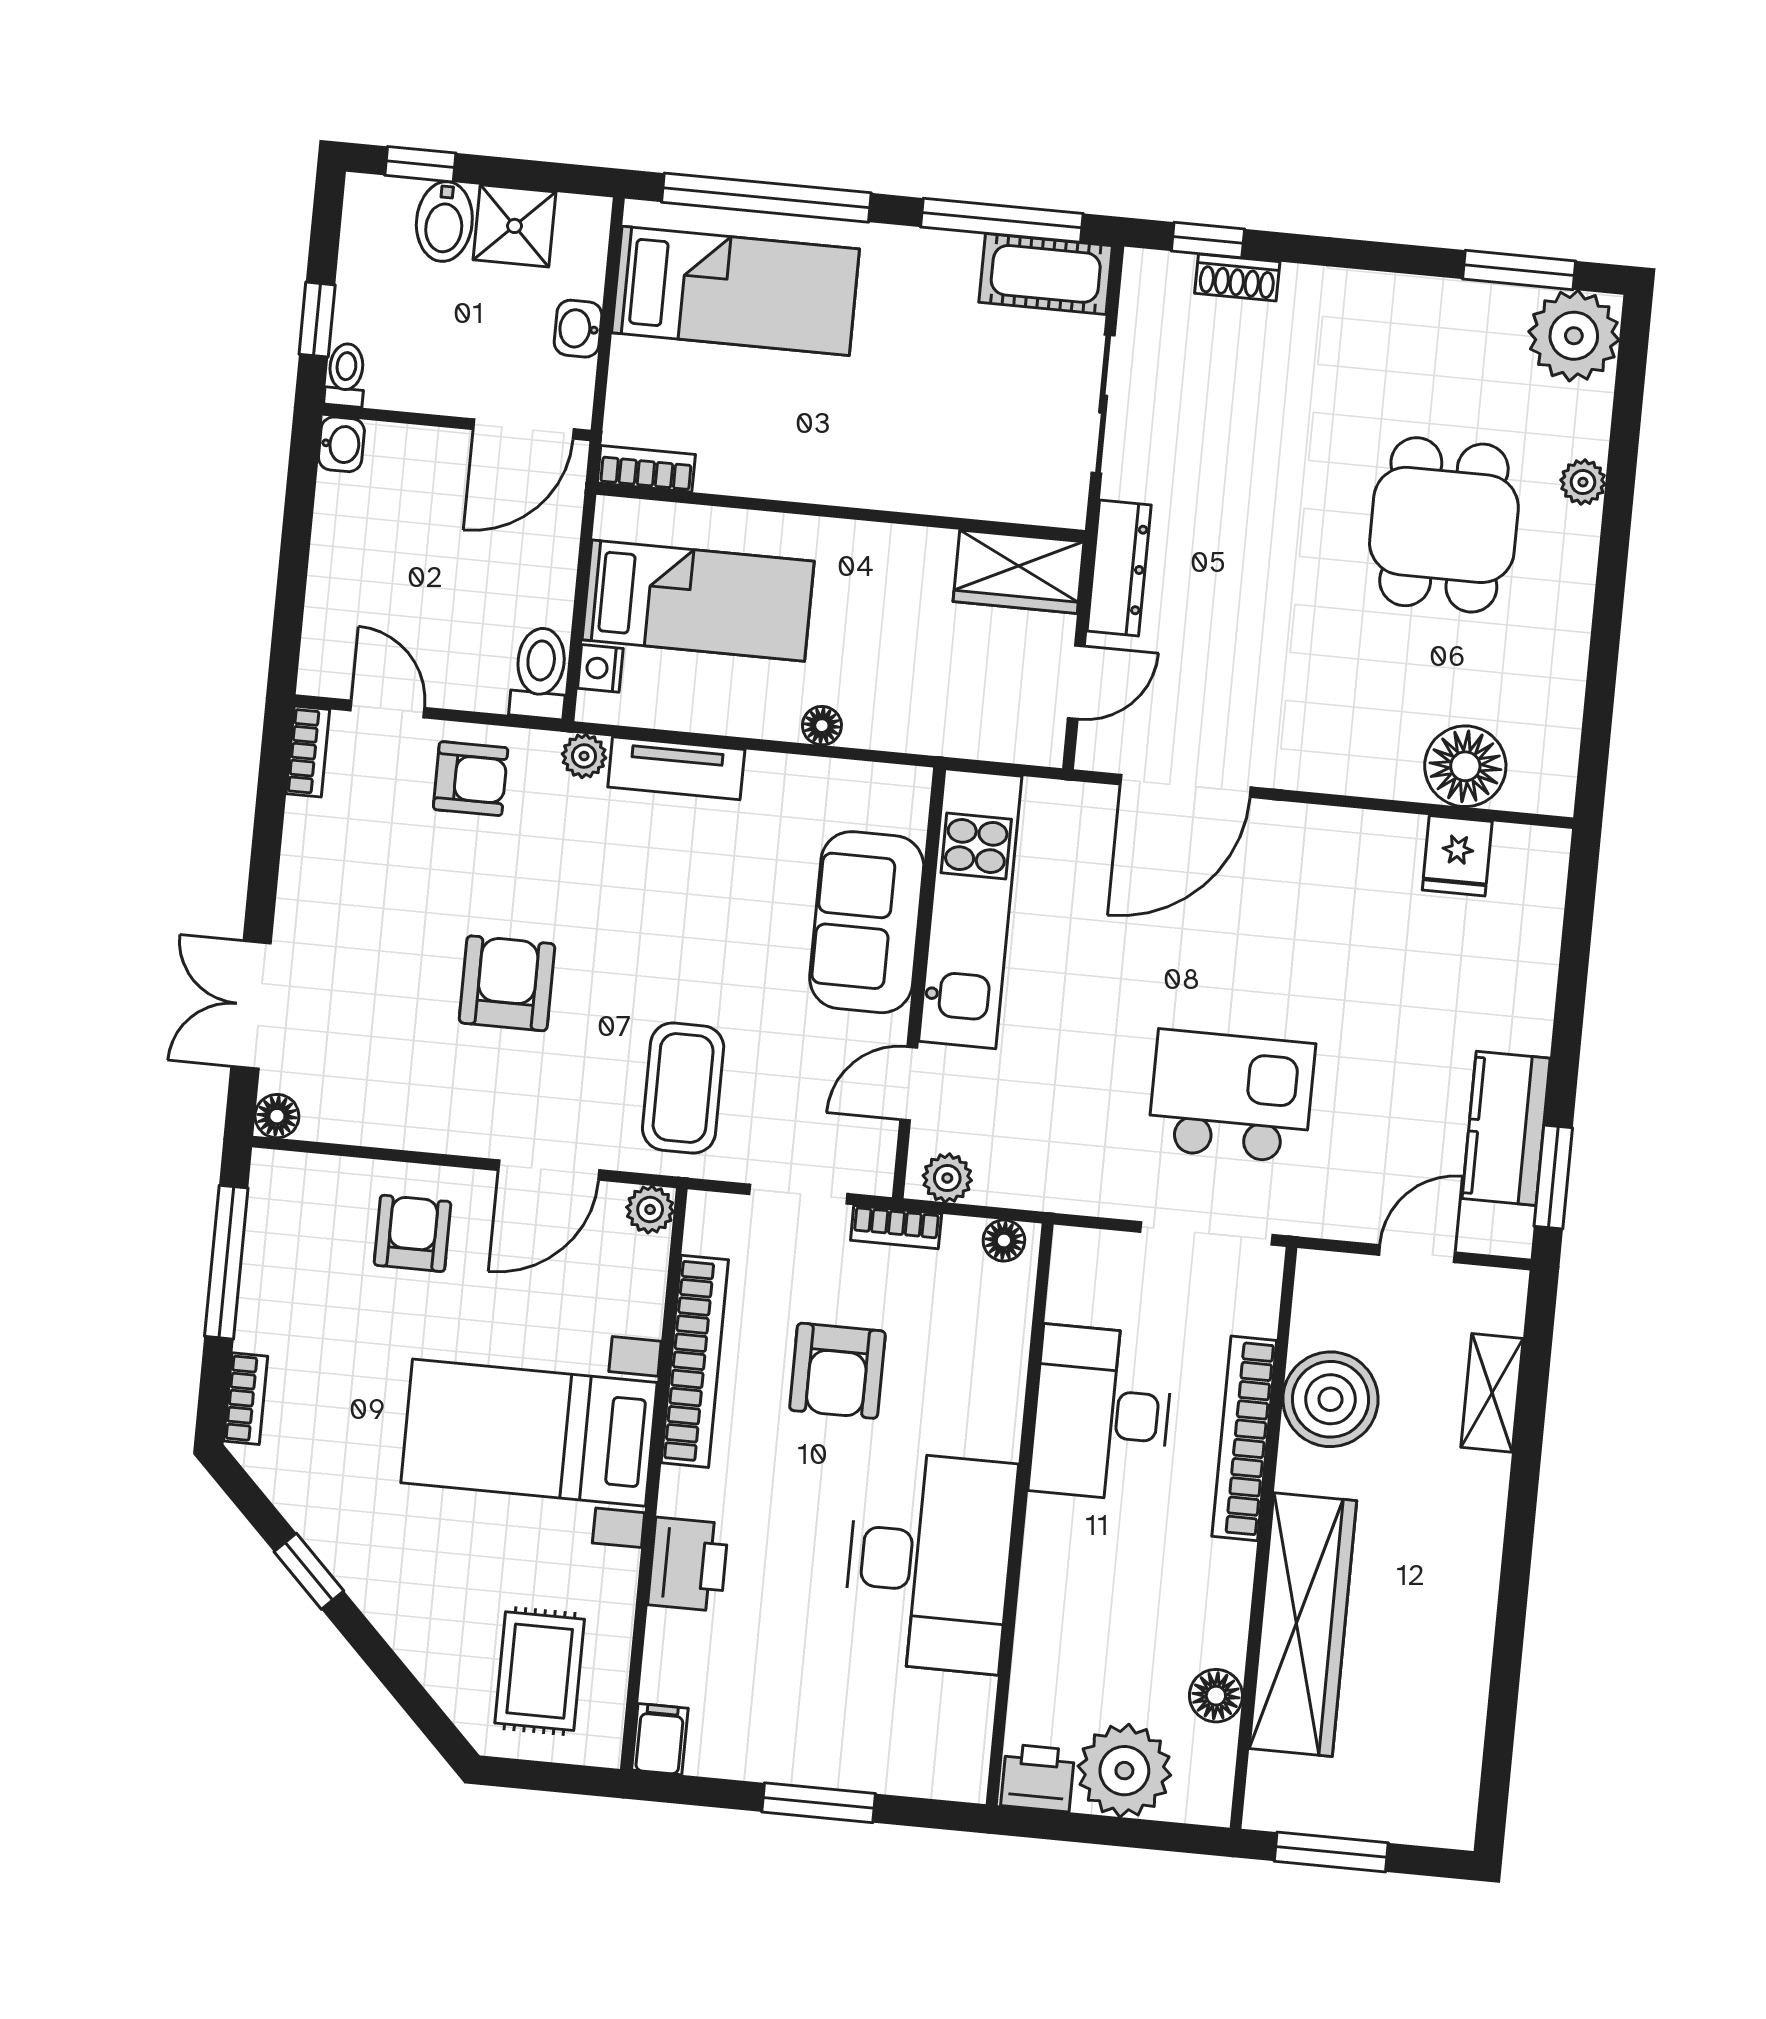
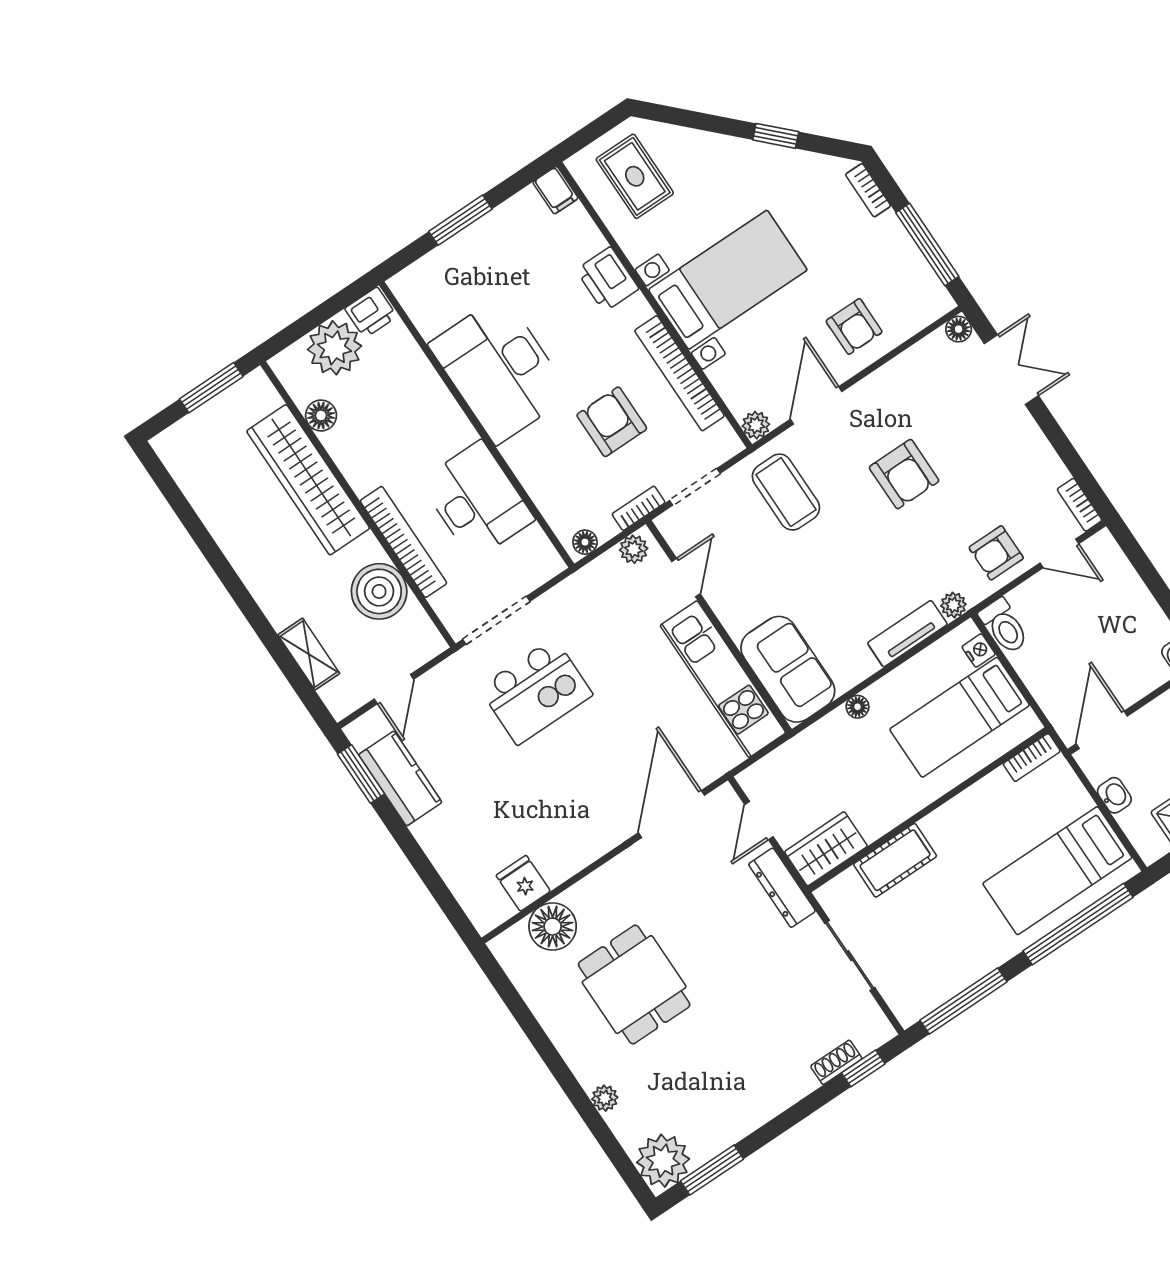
cot: (1046, 274) -> (895, 860), moved
dining table: (1444, 525) -> (634, 985), moved
sofa: (867, 922) -> (788, 669), moved

